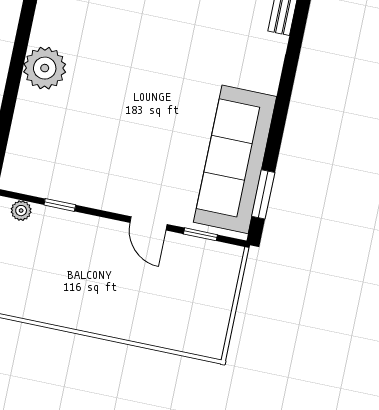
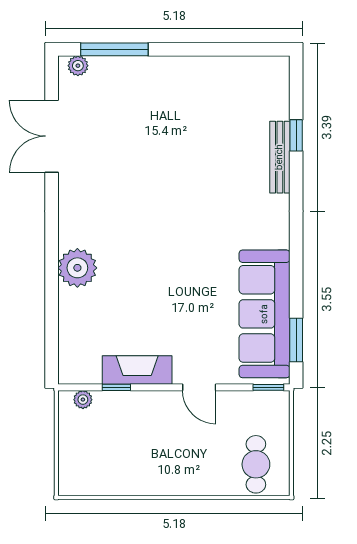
fireplace: (86, 191) -> (137, 370), added
window: (200, 234) -> (268, 387), moved
cafe table: (192, 319) -> (256, 464), added

